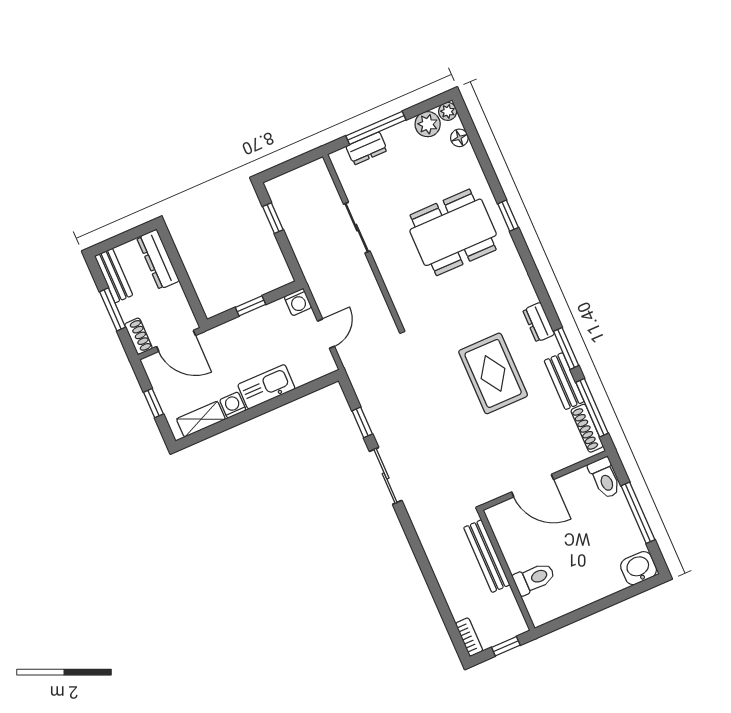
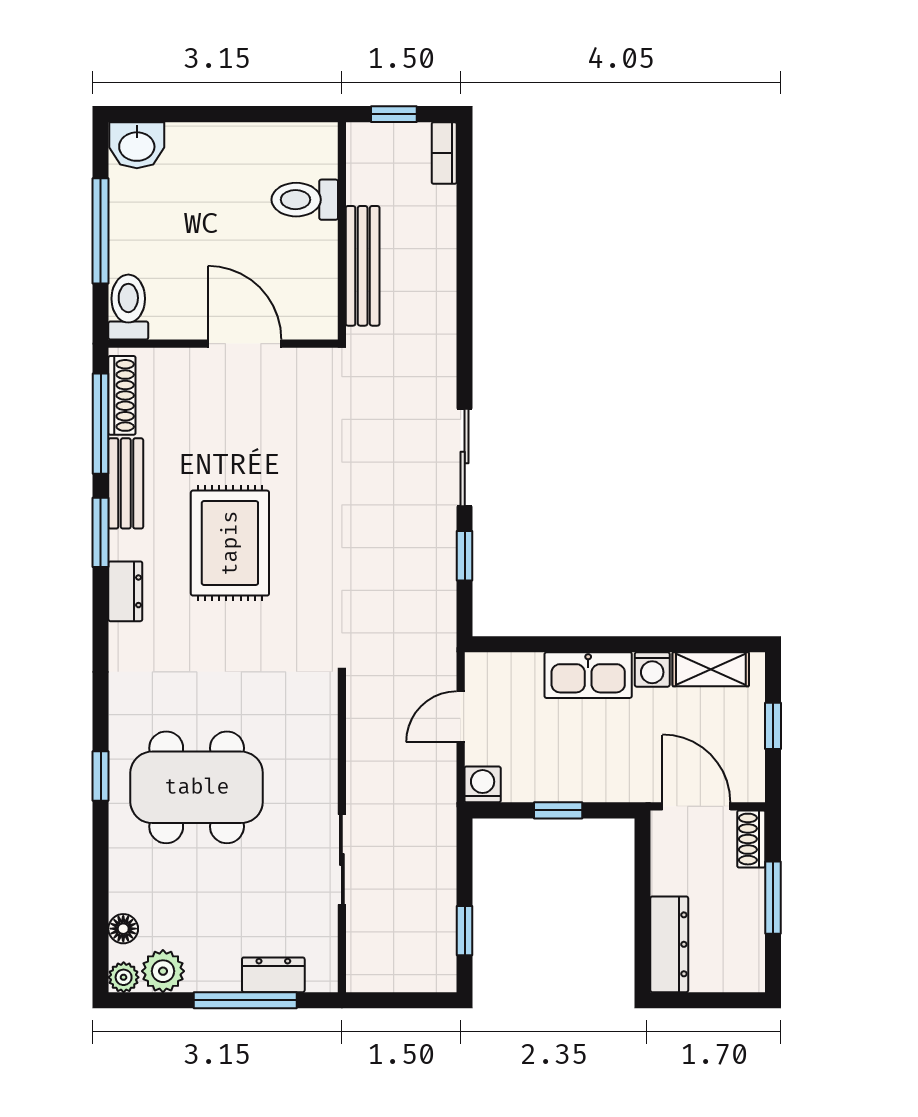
bench: (114, 276) -> (749, 949), removed

